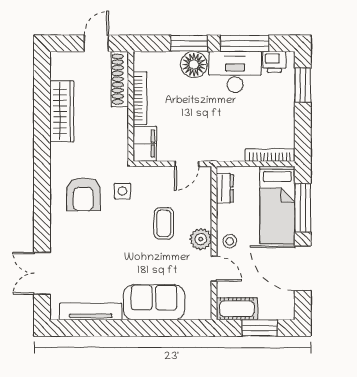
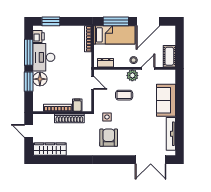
shoe rack: (120, 79) -> (69, 118), moved
wardrobe: (62, 111) -> (50, 149), moved
filing cabinet: (145, 144) -> (77, 105), width x0.50
armchair: (83, 194) -> (109, 138), turned -90
double door: (42, 273) -> (151, 160), width x1.37
window: (260, 328) -> (179, 44), removed

